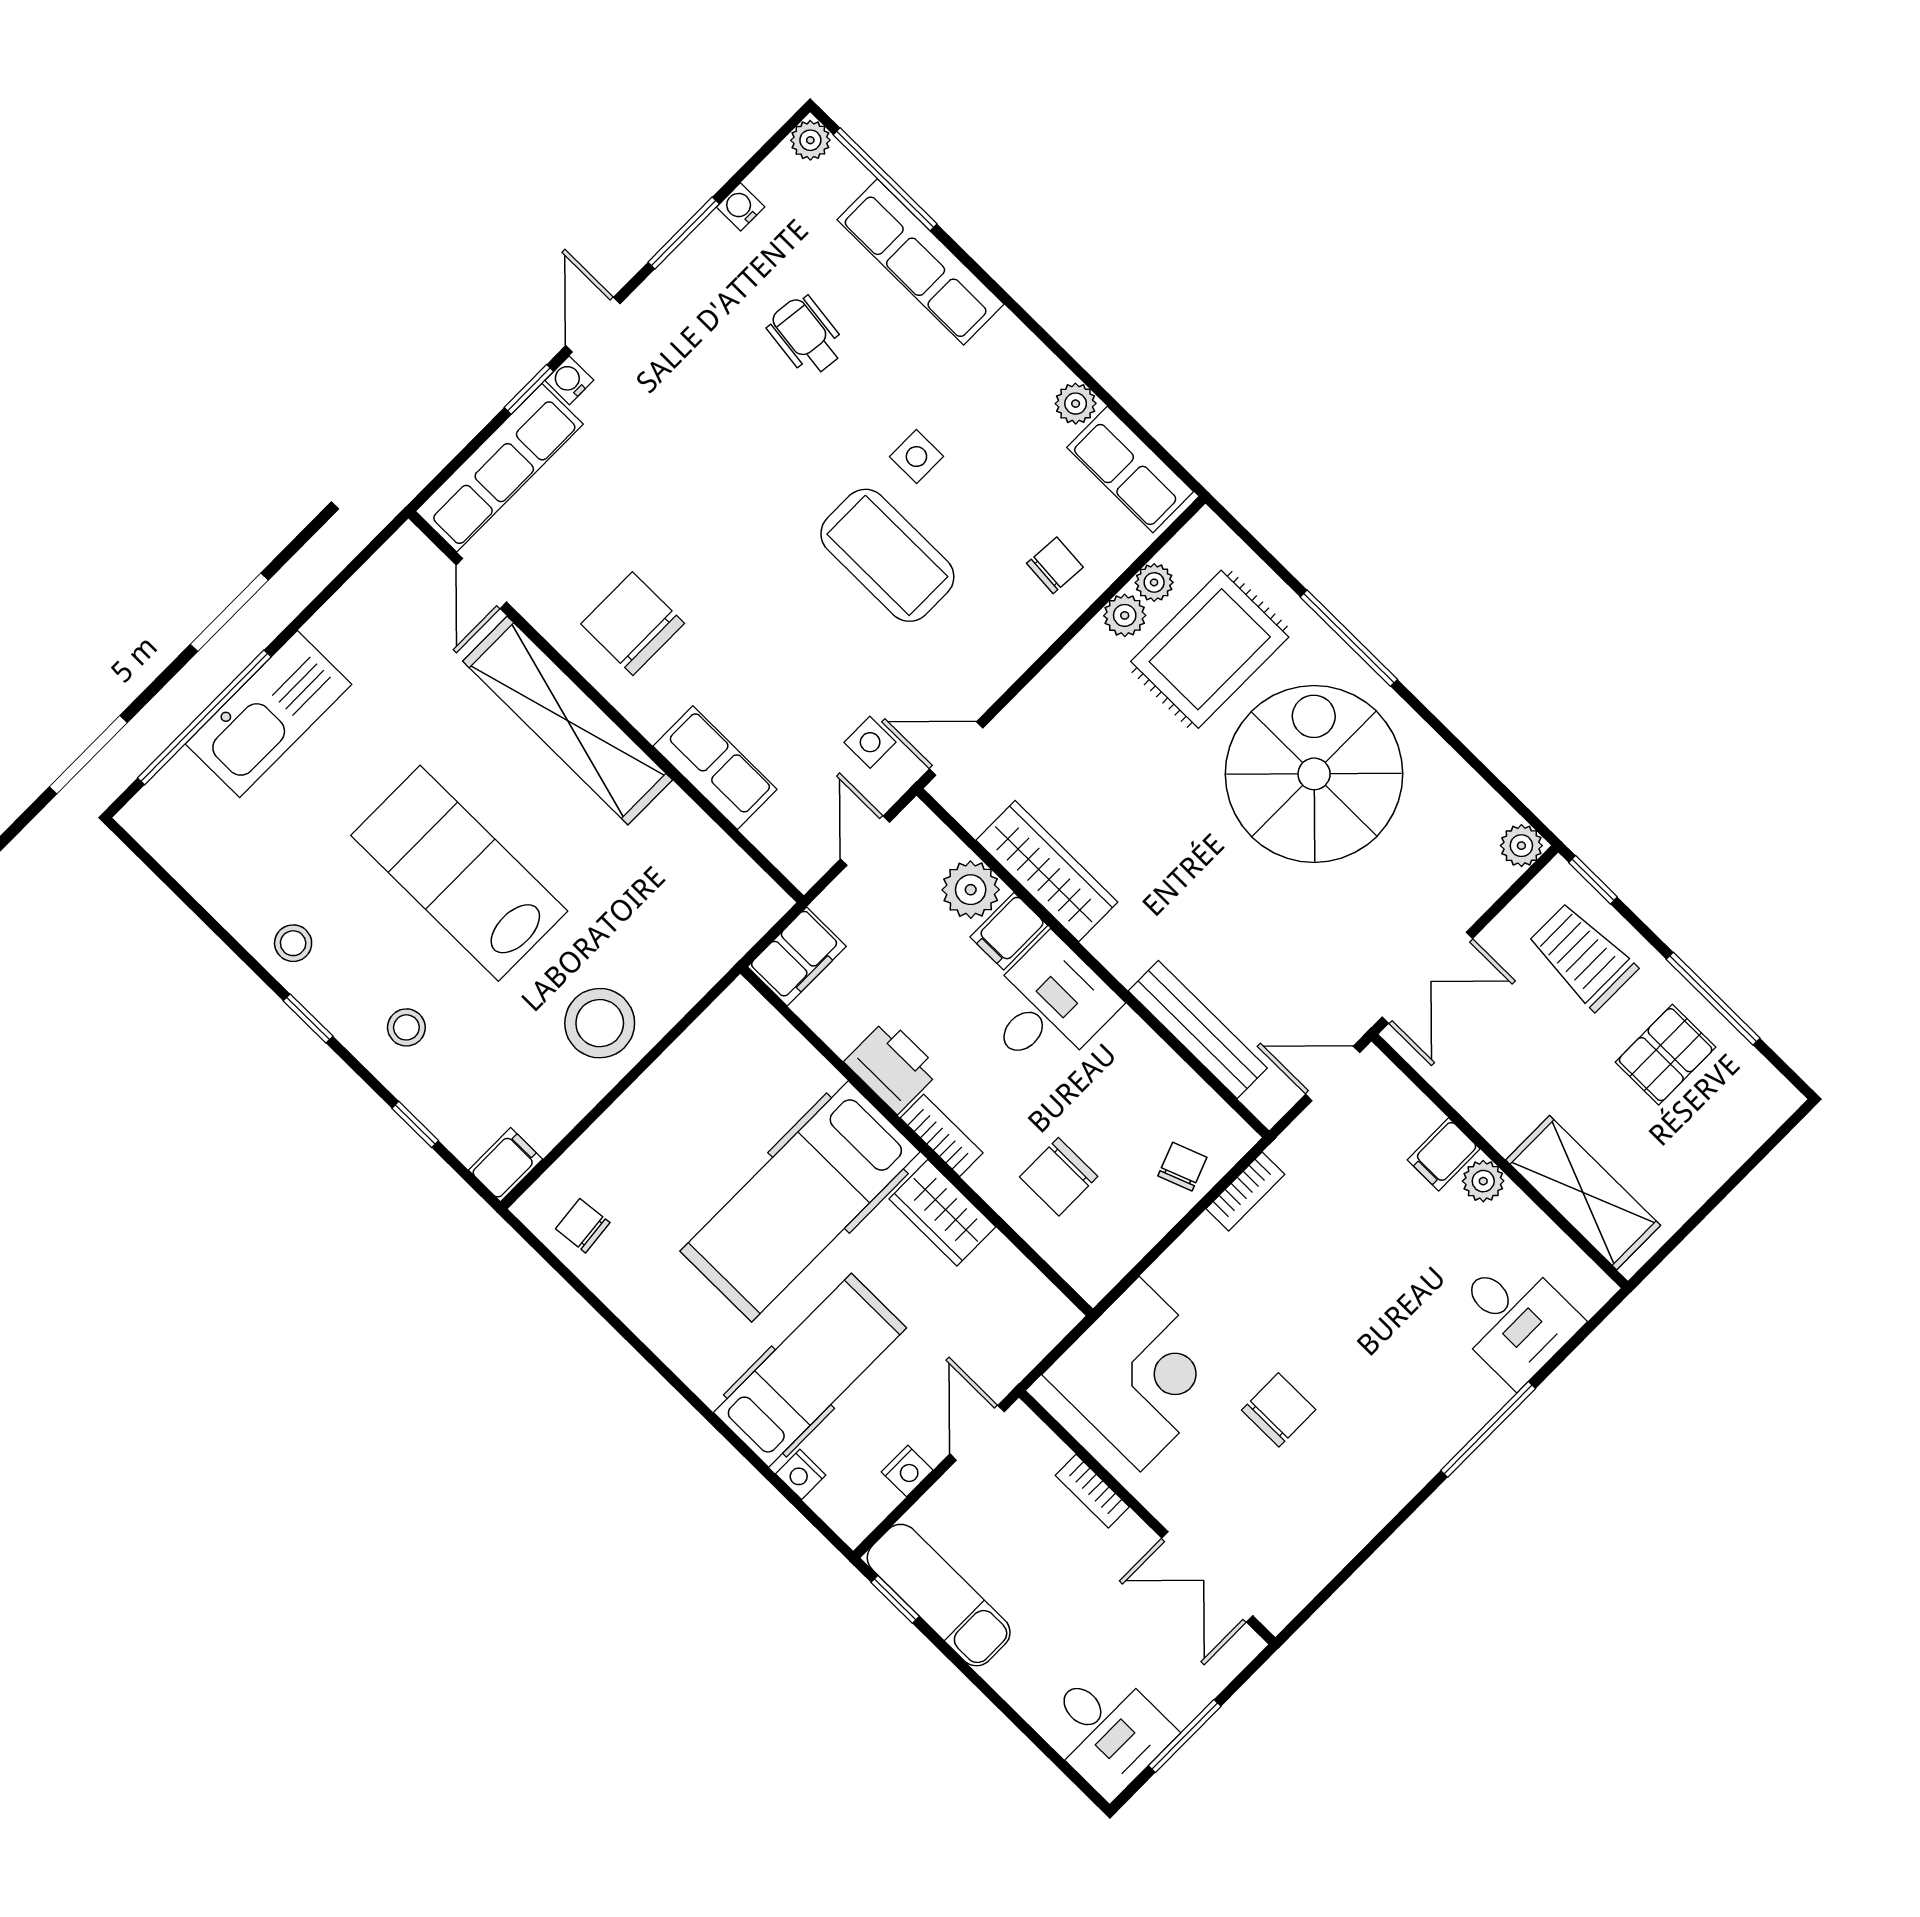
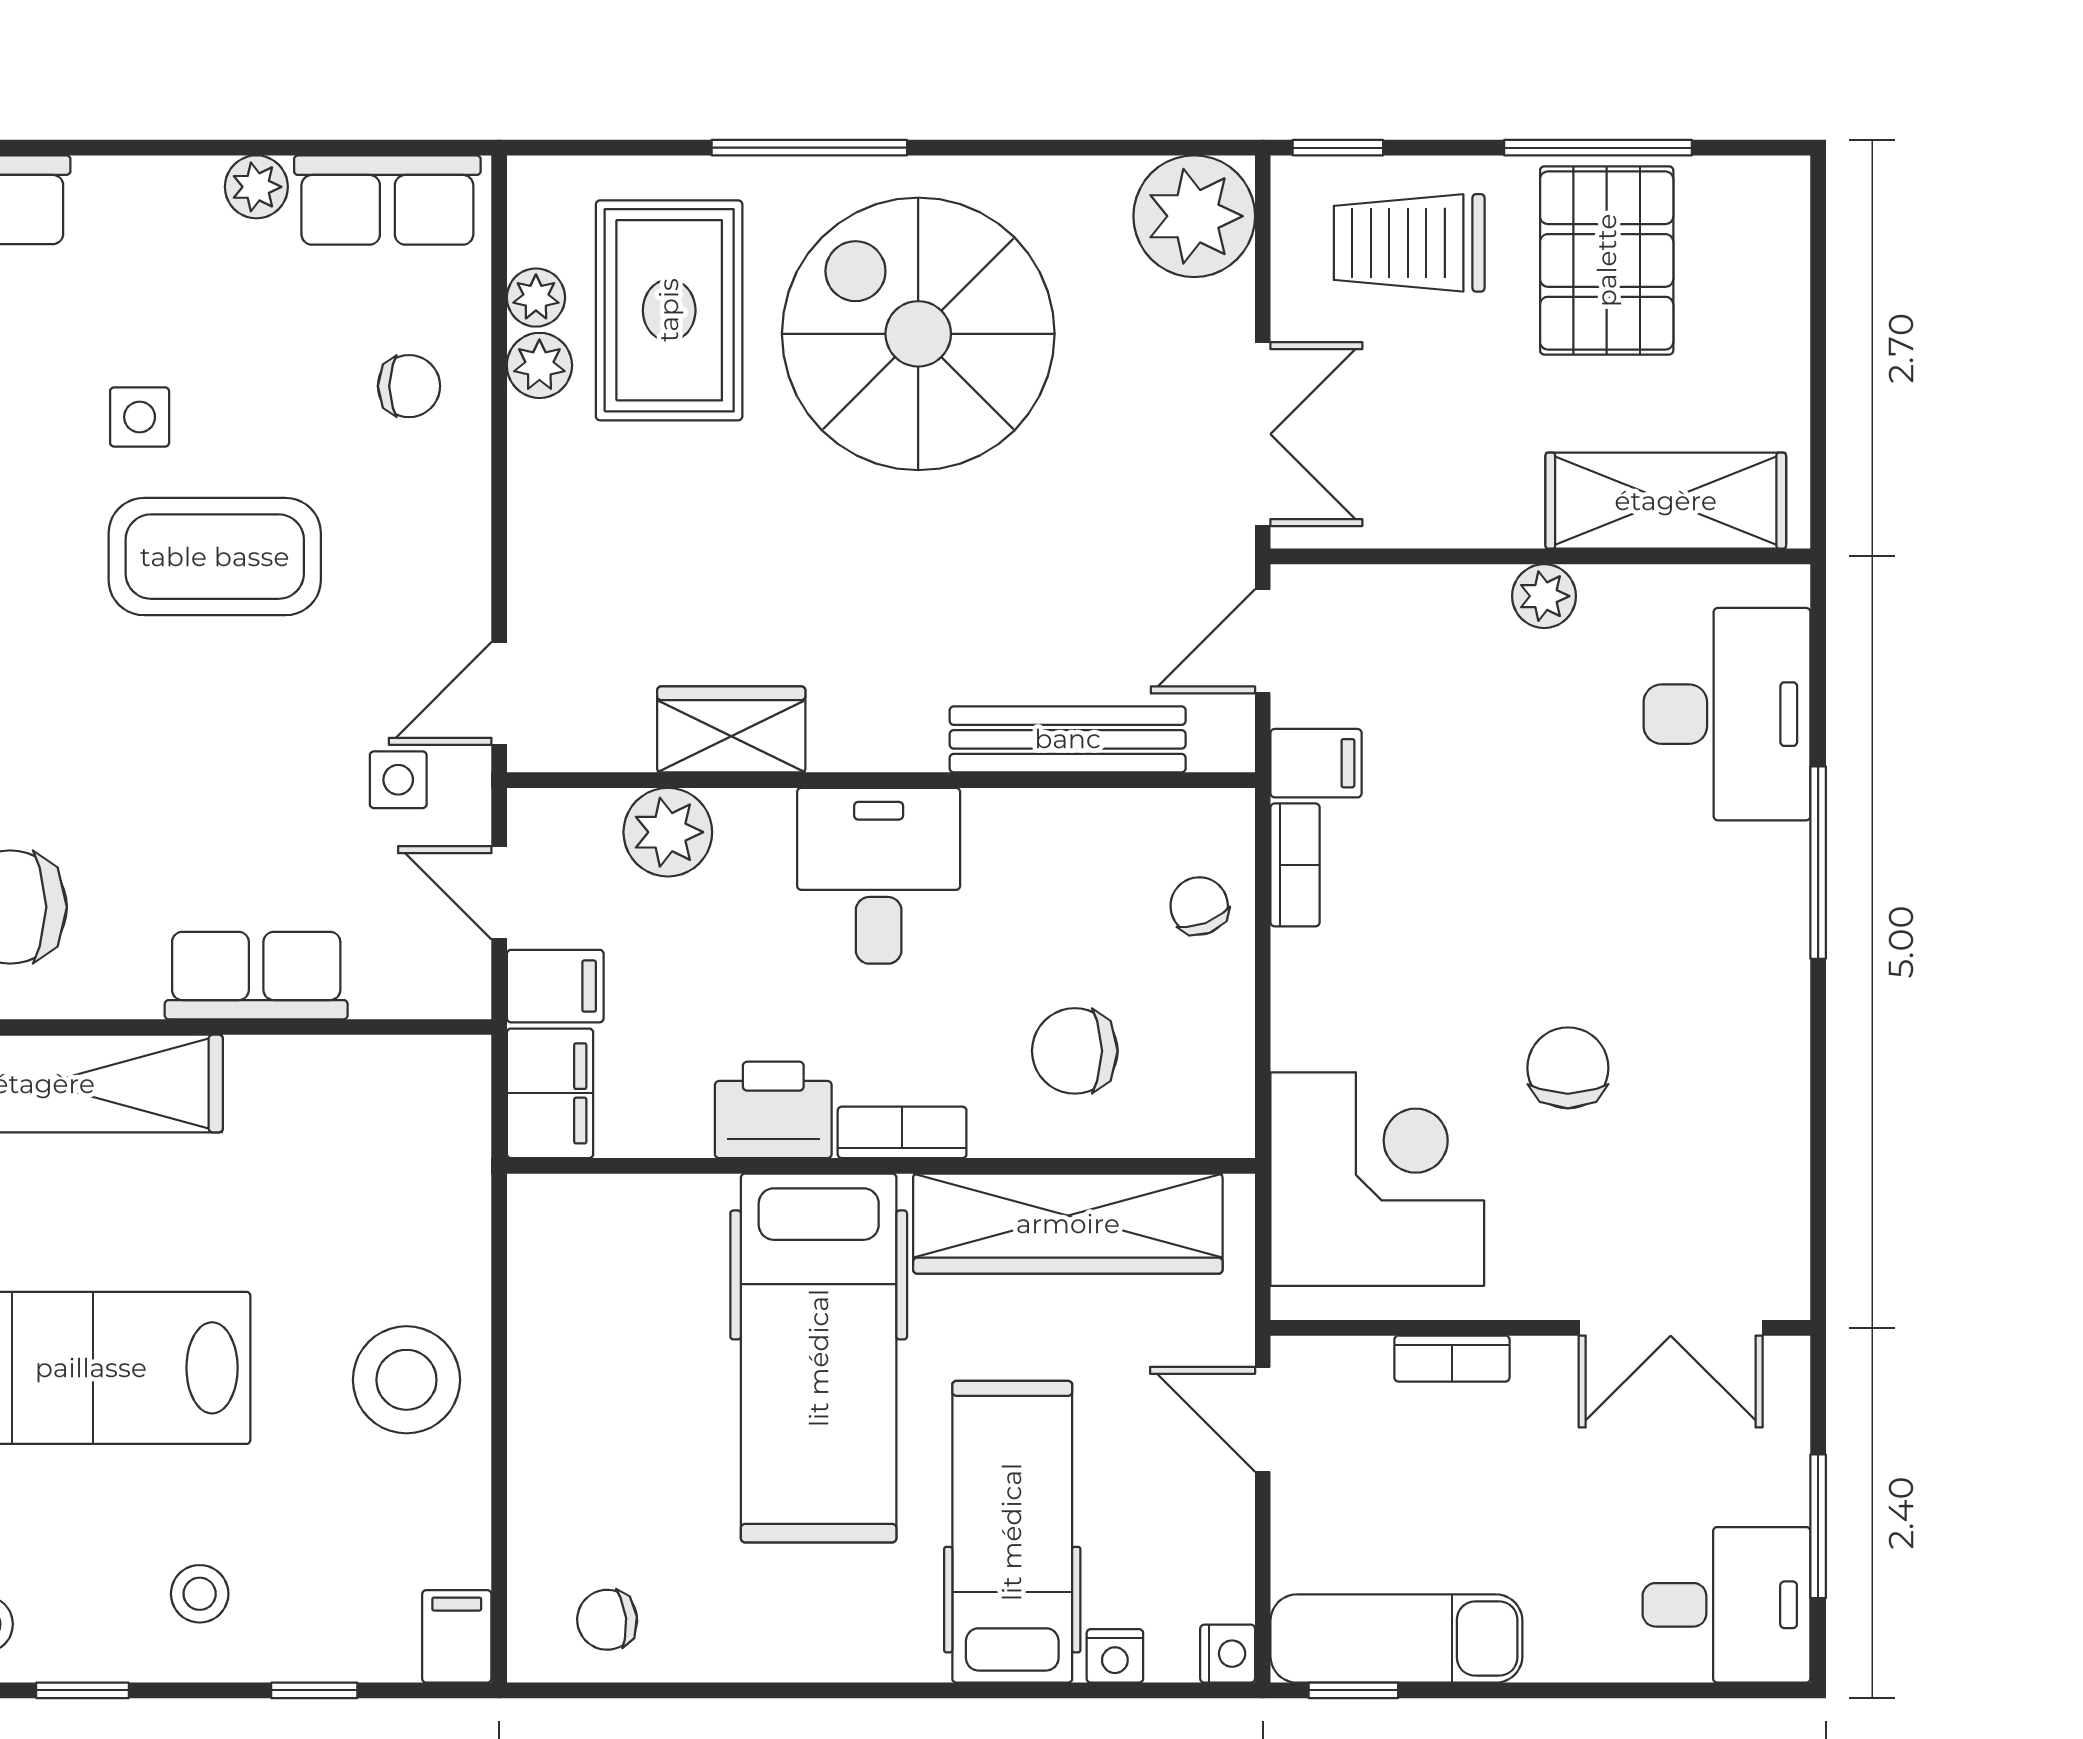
chair: (1055, 565) -> (409, 386), turned 86
plant: (1521, 846) -> (1194, 216), width x1.88, depth x1.88
wardrobe: (1047, 871) -> (731, 729), width x0.67
filing cabinet: (1009, 931) -> (555, 986), moved, turned -90
pallet: (1666, 1055) -> (1607, 260), width x1.50, depth x1.42
filing cabinet: (1444, 1154) -> (1316, 763), moved, turned -90
chair: (1059, 1177) -> (1075, 1051), turned 90
wardrobe: (942, 1213) -> (1068, 1224), width x2.10, depth x1.17
desk: (1514, 1319) -> (1727, 714), width x1.37
nightstand: (907, 1471) -> (1228, 1654), moved

